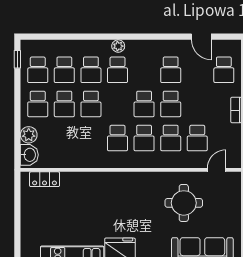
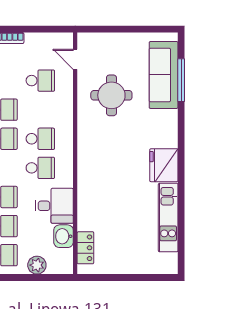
school desk: (171, 138) -> (40, 110), removed
desk: (83, 151) -> (54, 206), added
washbasin: (29, 155) -> (64, 236), moved, turned -90

